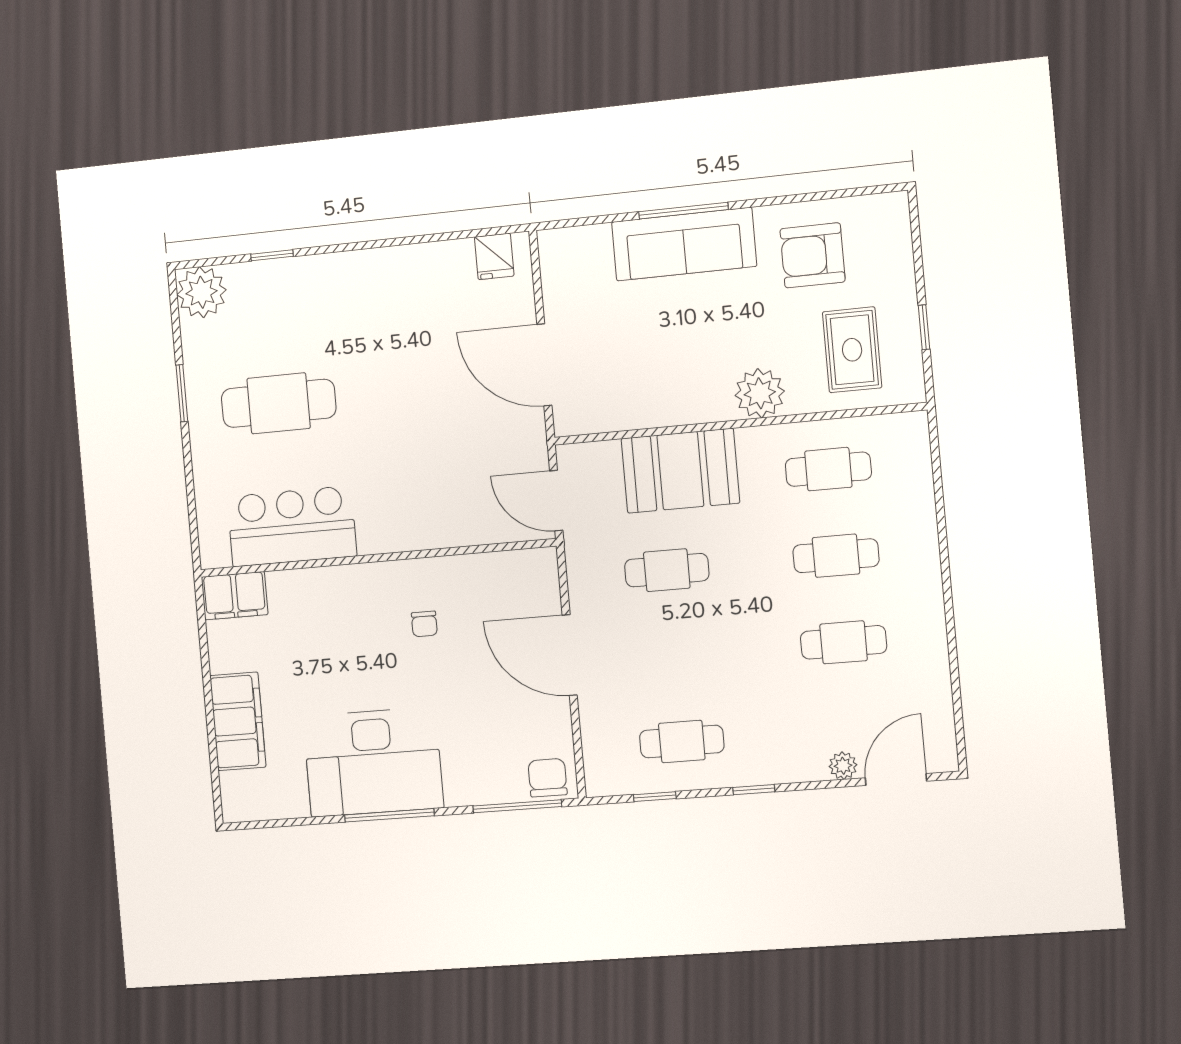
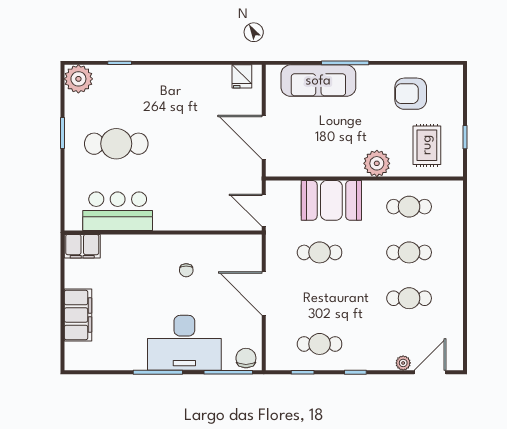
sofa: (684, 244) -> (318, 81), moved
desk: (373, 762) -> (184, 343), moved

